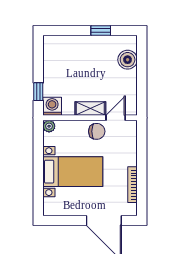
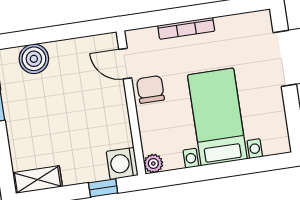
shelving: (90, 108) -> (38, 180), moved, turned 90
bookcase: (132, 185) -> (186, 28), moved

